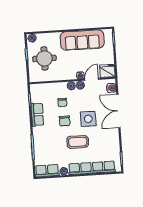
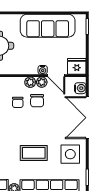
door: (92, 79) -> (56, 76), swing flipped
side table: (88, 119) -> (70, 154), moved
chair: (65, 121) -> (37, 101), moved

